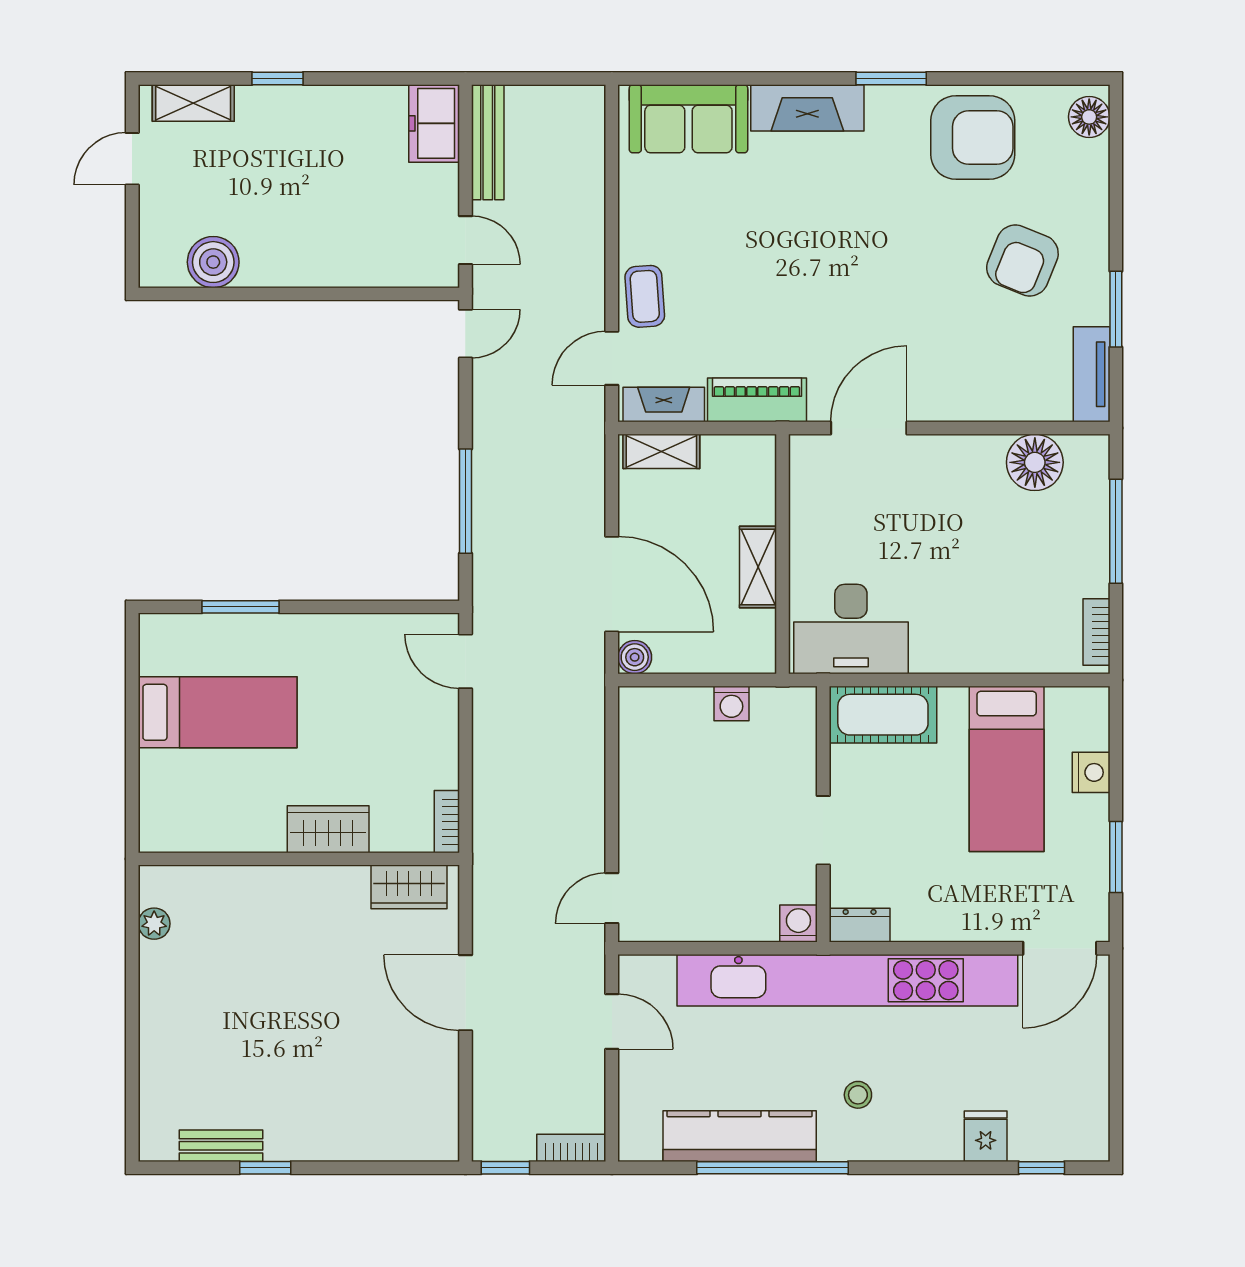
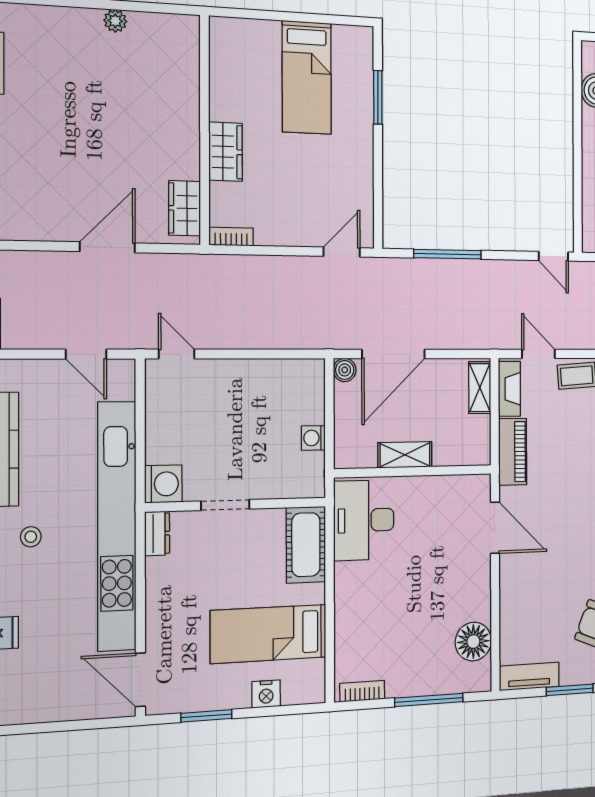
plant: (154, 924) -> (115, 21), moved
washing machine: (798, 924) -> (163, 484), width x1.38, depth x1.38
door: (612, 1021) -> (86, 354), hinge flipped

